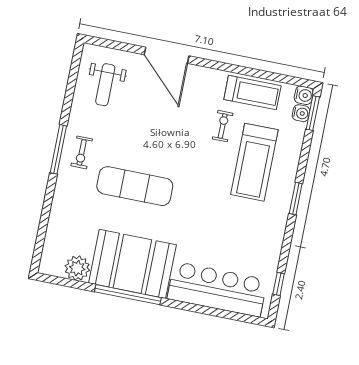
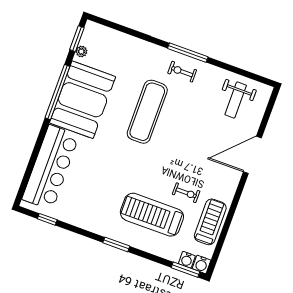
weight bench: (105, 85) -> (236, 100), turned -90
treadmill: (252, 93) -> (210, 222), turned 180
plant: (77, 268) -> (81, 51), width x0.53, depth x0.53
window: (62, 281) -> (77, 39), added

